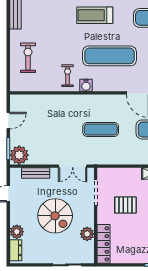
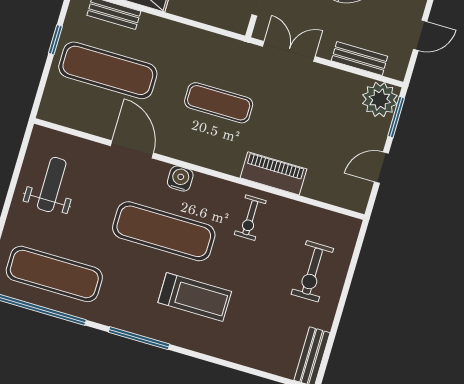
treadmill: (95, 15) -> (195, 297), moved
water cooler: (86, 85) -> (180, 179), moved
piano: (62, 102) -> (274, 173), added

